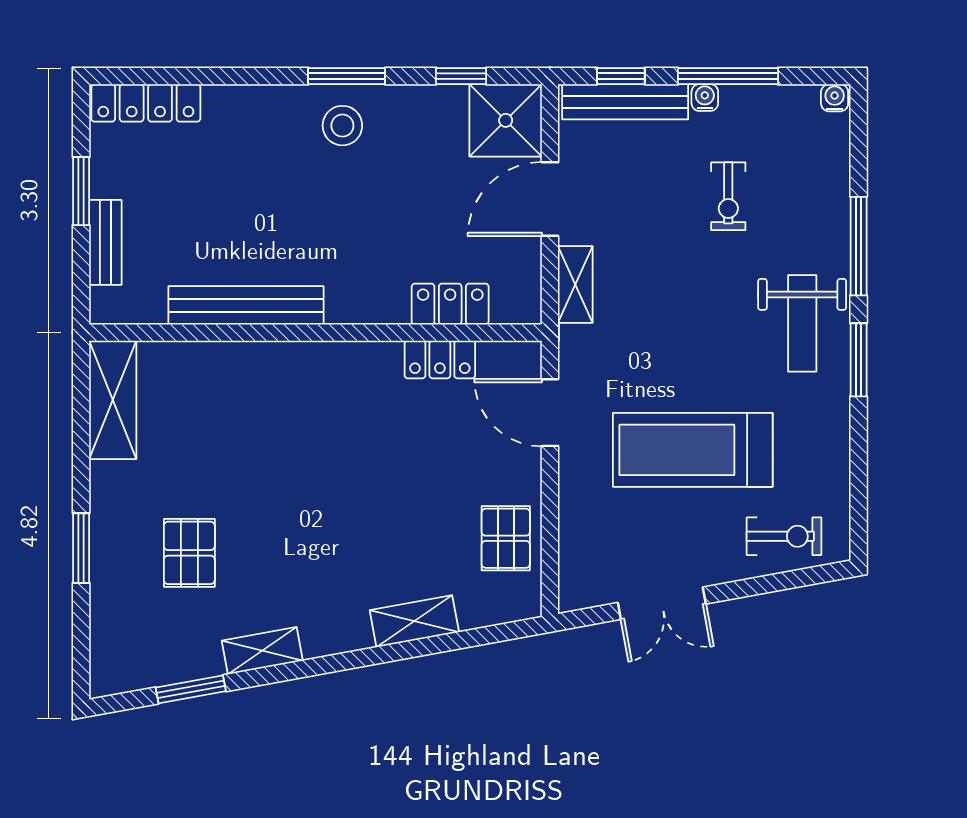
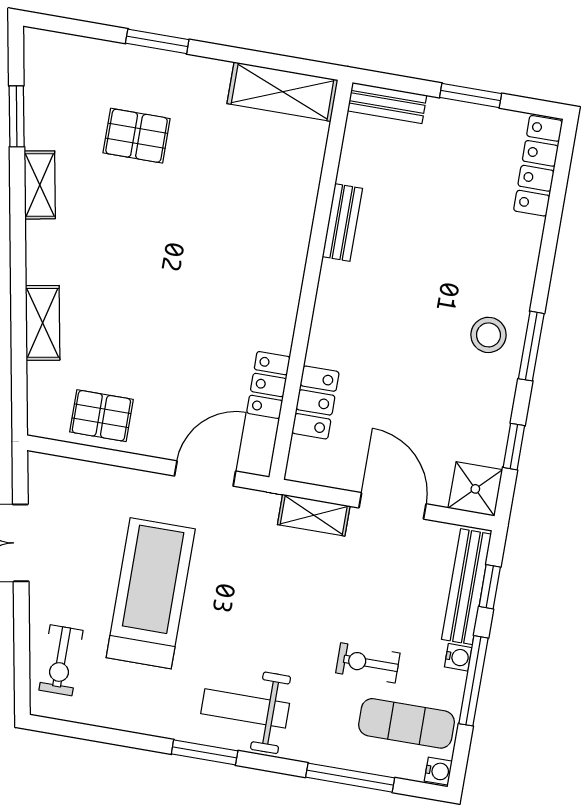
shower: (506, 120) -> (475, 489), width x0.73, depth x0.73
exercise mat: (788, 142) -> (406, 723), added
bench: (105, 242) -> (387, 103), moved
window: (859, 246) -> (350, 778), moved
bench: (246, 305) -> (342, 223), width x0.54, depth x0.82

